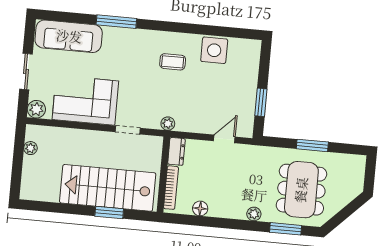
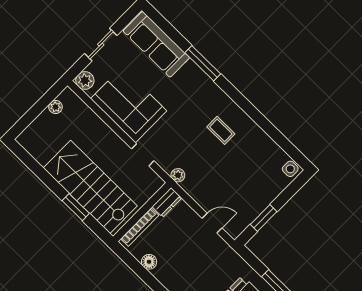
side table: (214, 50) -> (290, 169), moved, width x0.54, depth x0.54

